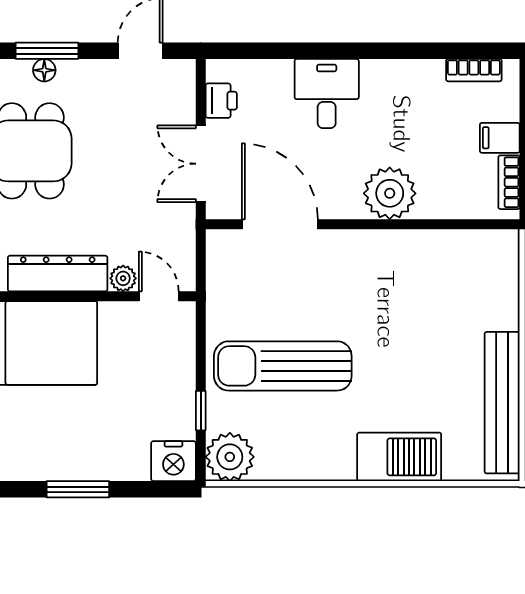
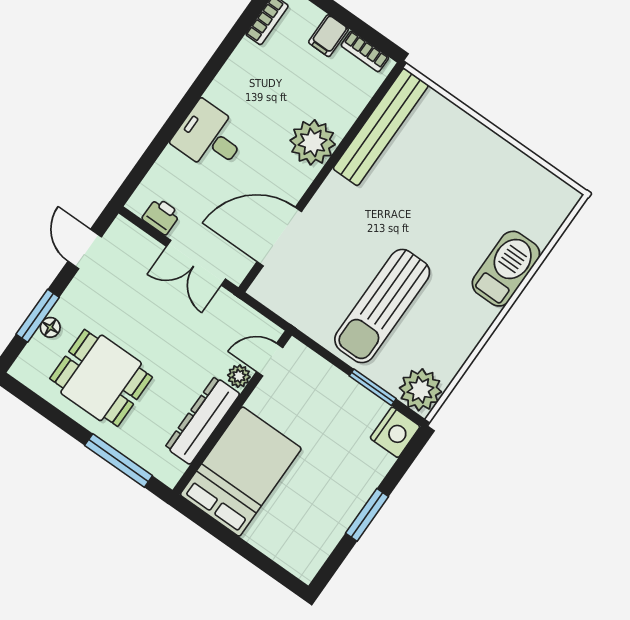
bench: (502, 403) -> (381, 127), moved, turned 90
window: (201, 411) -> (373, 387), width x1.50

